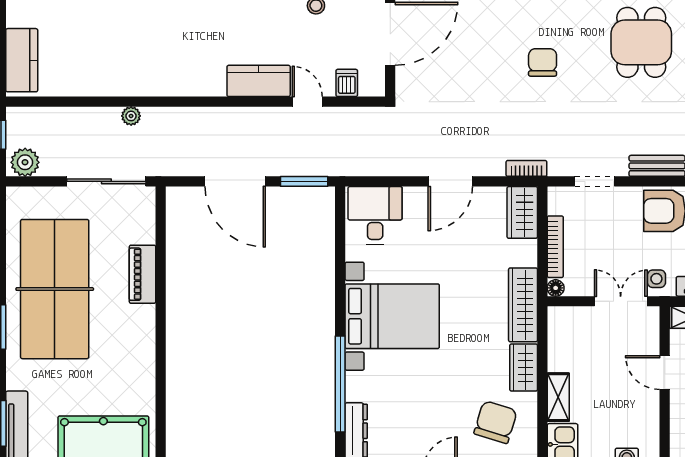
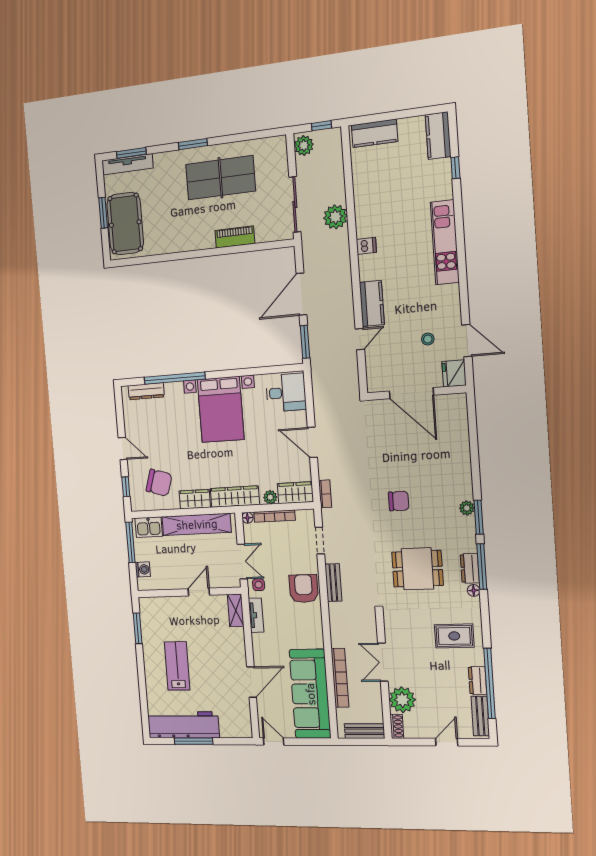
dishwasher: (347, 83) -> (366, 246), moved
plant: (131, 116) -> (335, 217), width x1.87, depth x1.87
plant: (527, 251) -> (270, 497), added
table tennis table: (55, 289) -> (220, 178), width x0.73, depth x0.76
shelving: (558, 397) -> (197, 524), width x2.20, depth x1.33

